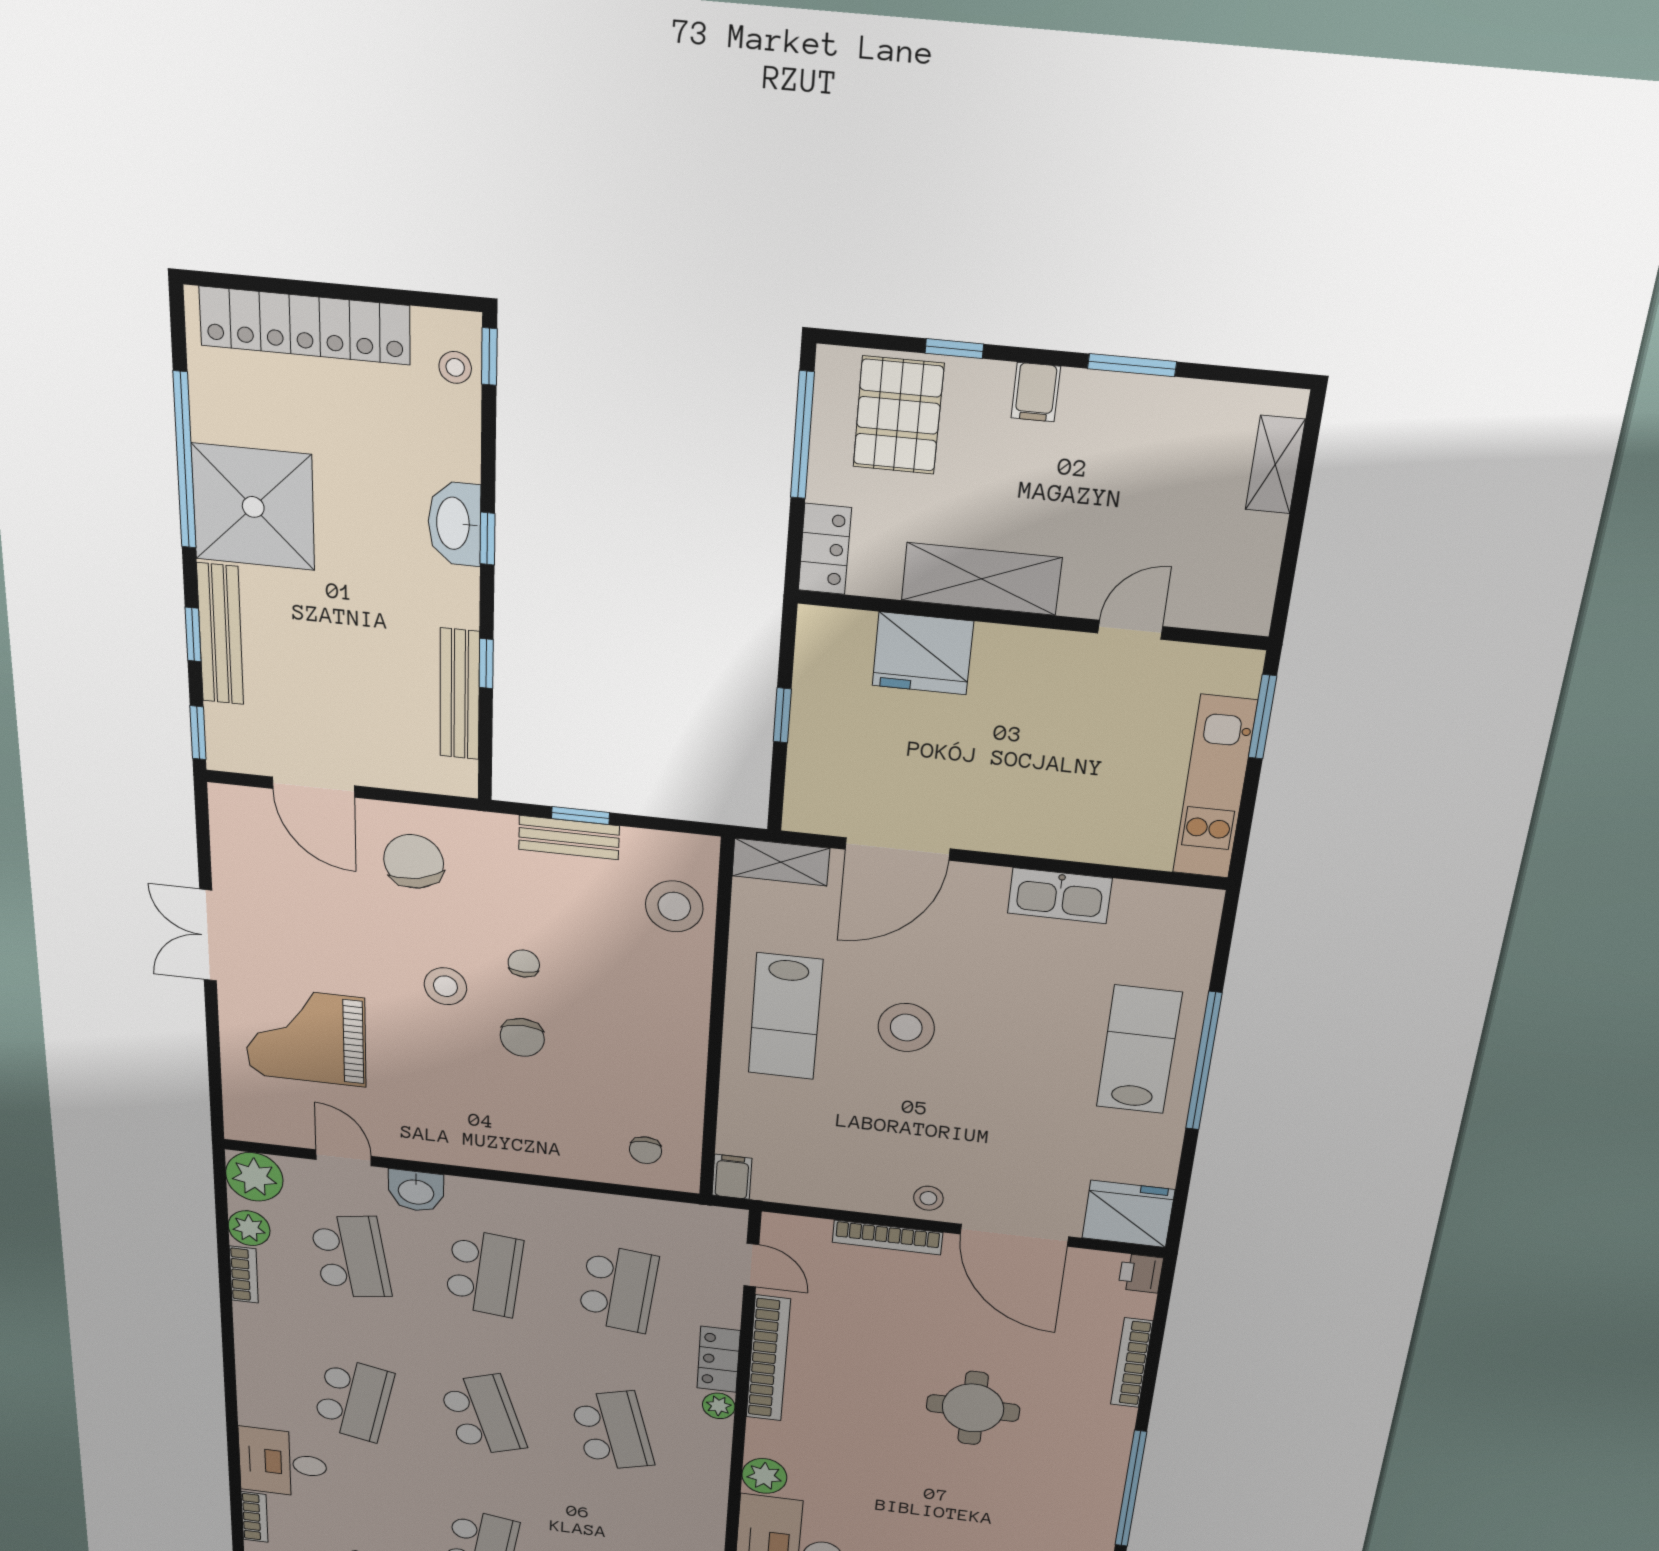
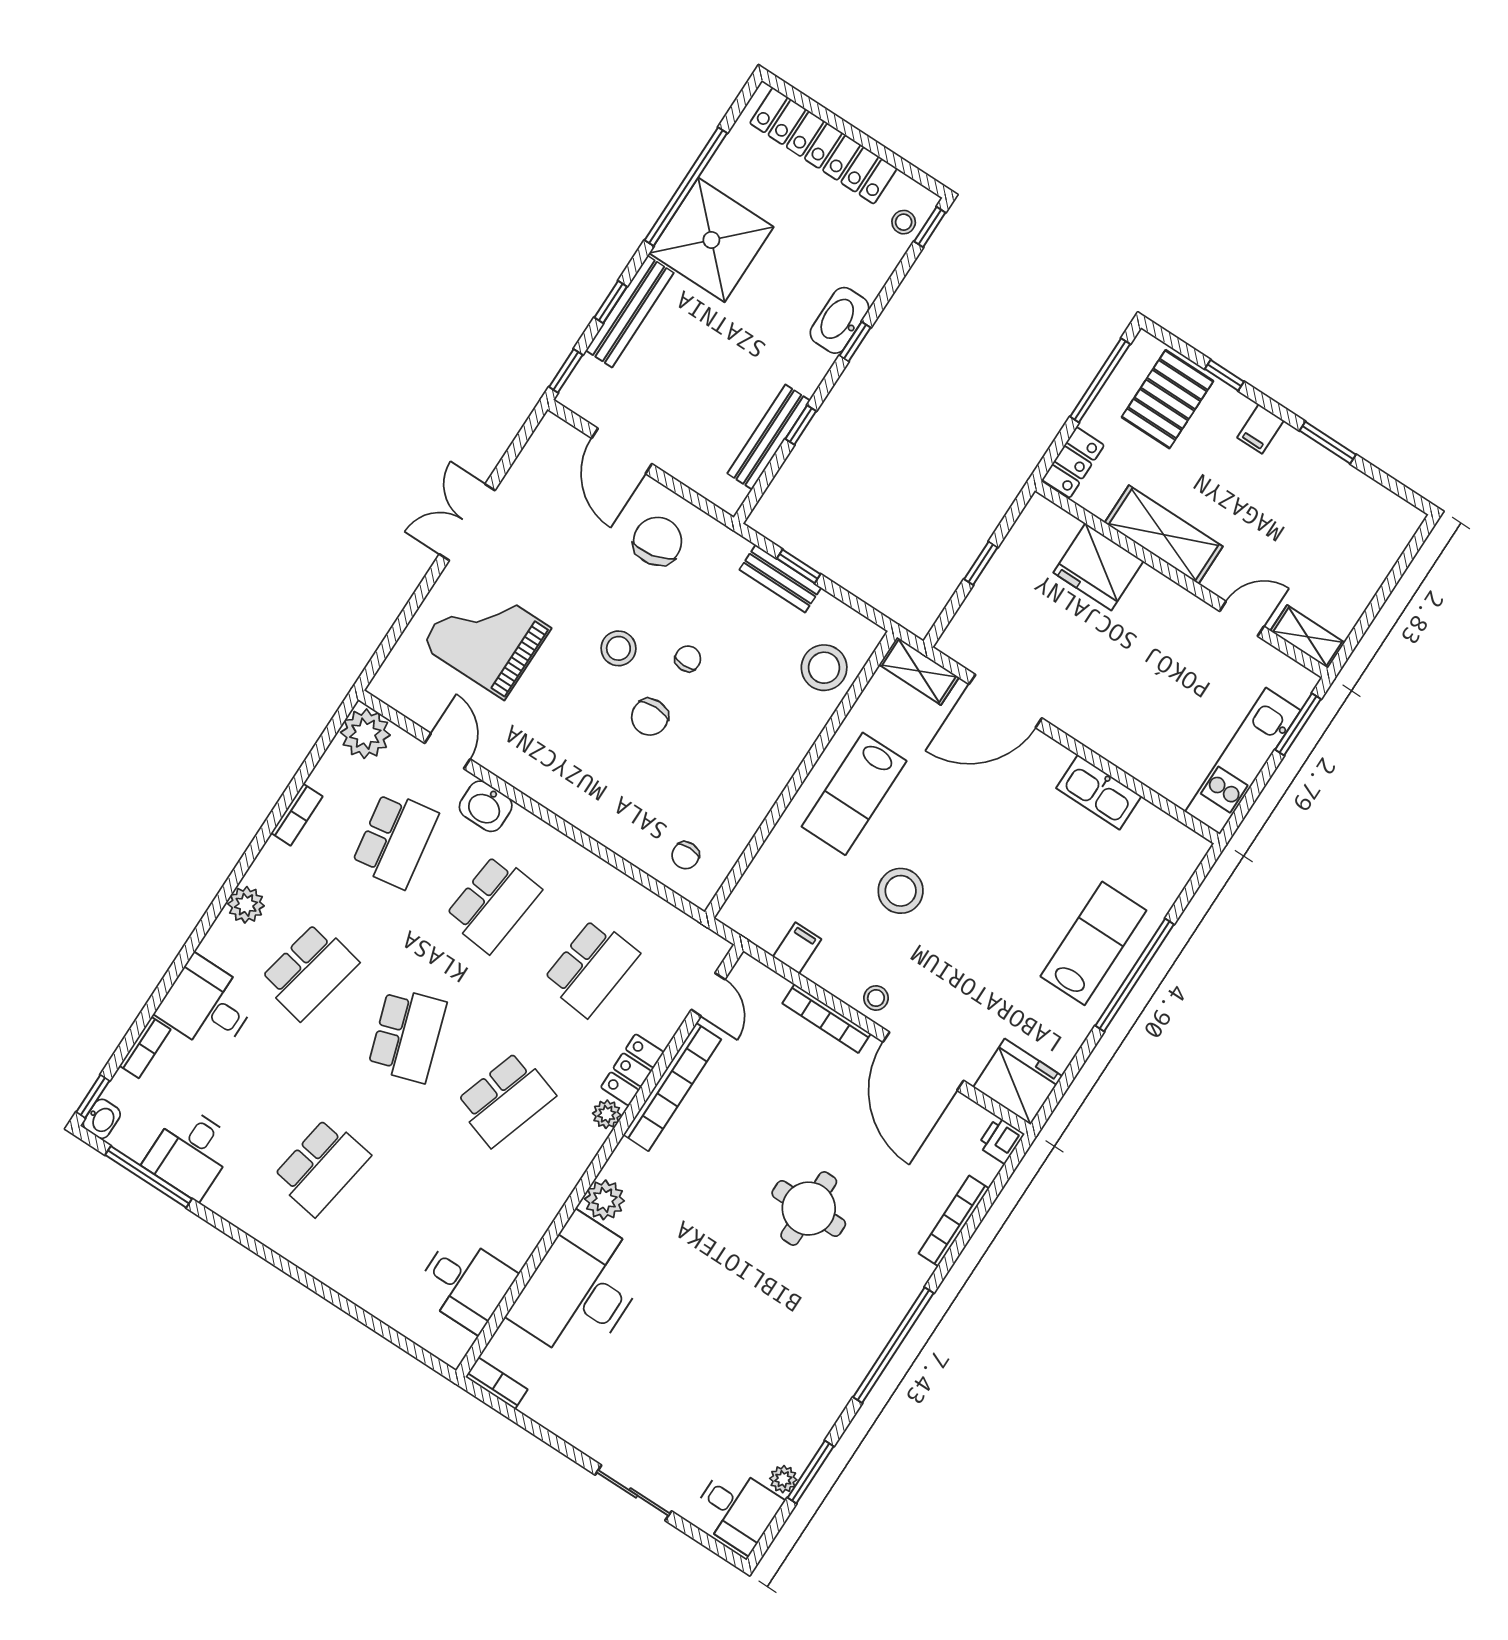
shelving: (1275, 465) -> (1308, 637), moved, turned 90
stool: (906, 1028) -> (901, 891), moved
filing cabinet: (732, 1177) -> (797, 948), moved
plant: (249, 1228) -> (246, 905), moved
school desk: (612, 1431) -> (505, 1099), turned 33

